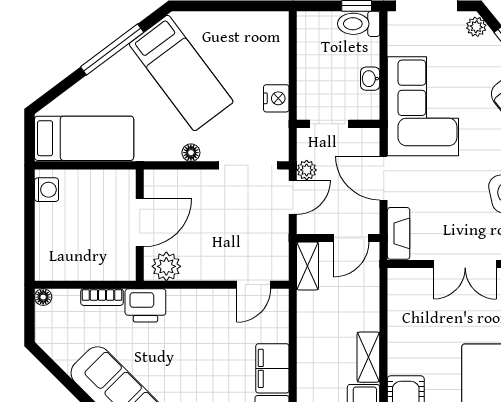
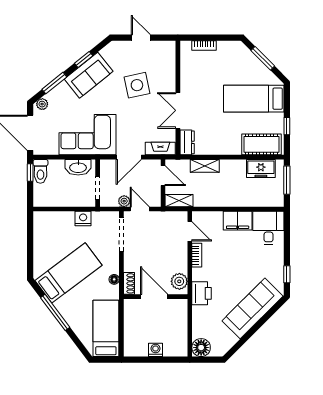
washbasin: (370, 79) -> (78, 167), width x1.91, depth x1.45
floor lamp: (191, 153) -> (114, 279), moved
shoe rack: (163, 179) -> (129, 283), added
washing machine: (47, 190) -> (156, 350), moved
double door: (465, 264) -> (178, 110), swing flipped
dresser: (409, 280) -> (187, 142), added
floor lamp: (43, 297) -> (201, 348), width x1.89, depth x1.89
bookcase: (102, 297) -> (197, 255), moved
shelving: (368, 357) -> (205, 166), moved

